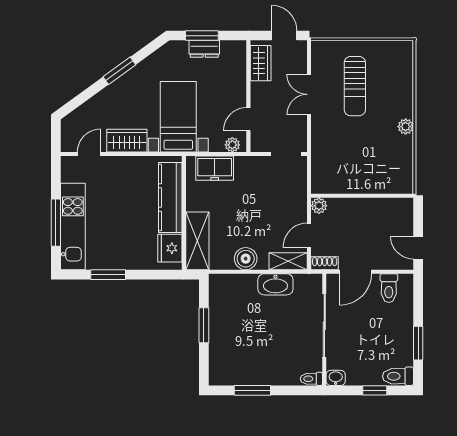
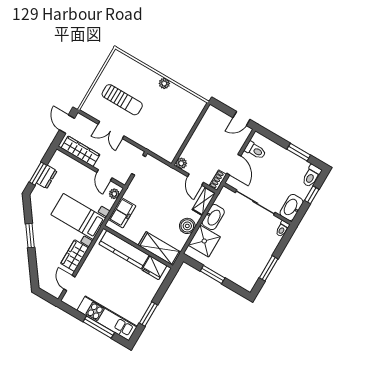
door: (284, 36) -> (67, 124), hinge flipped
wardrobe: (261, 63) -> (80, 151), width x1.50
shower: (239, 291) -> (204, 241), added
washbasin: (336, 378) -> (292, 207), width x1.91, depth x1.45

